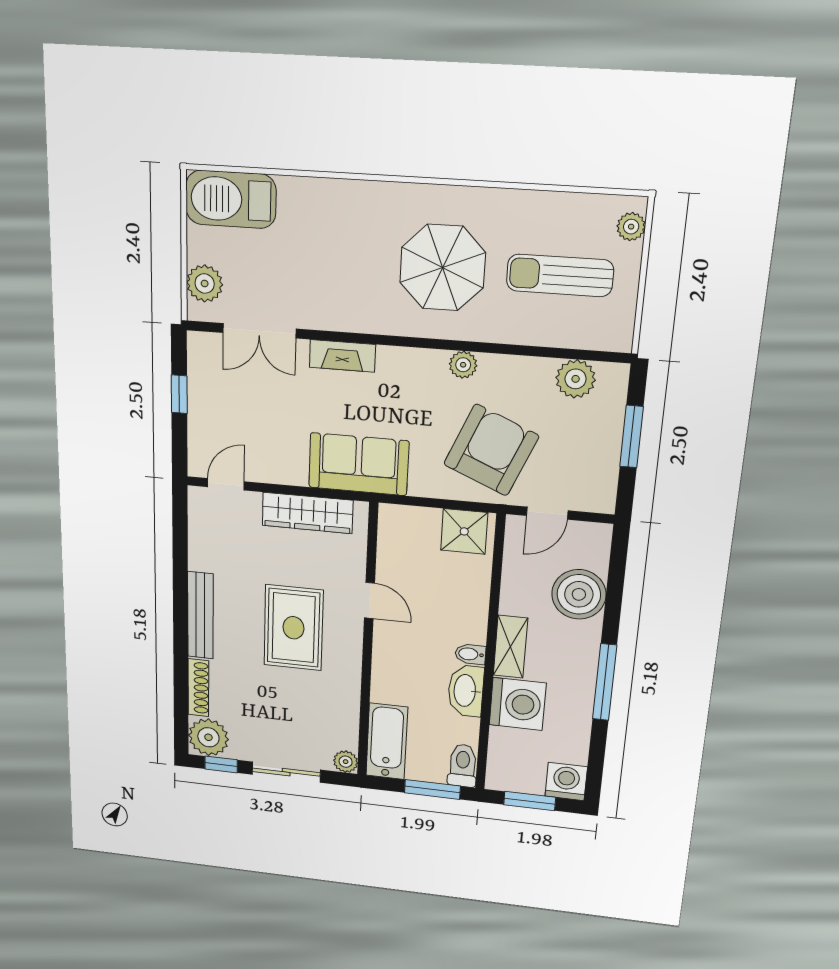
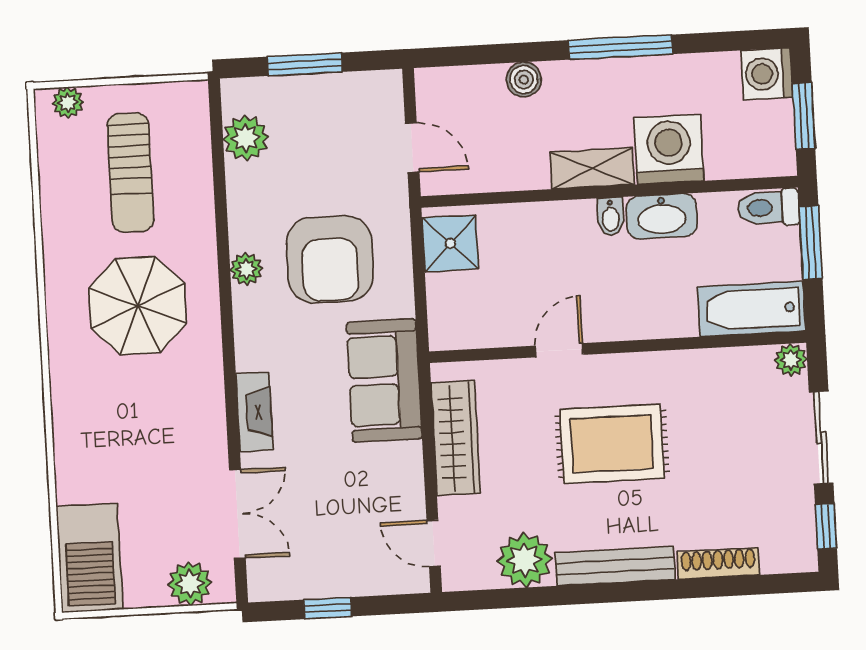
armchair: (491, 450) -> (330, 259), moved, turned -113
boiler: (579, 594) -> (524, 80), width x0.54, depth x0.54
plant: (208, 737) -> (525, 560), moved

